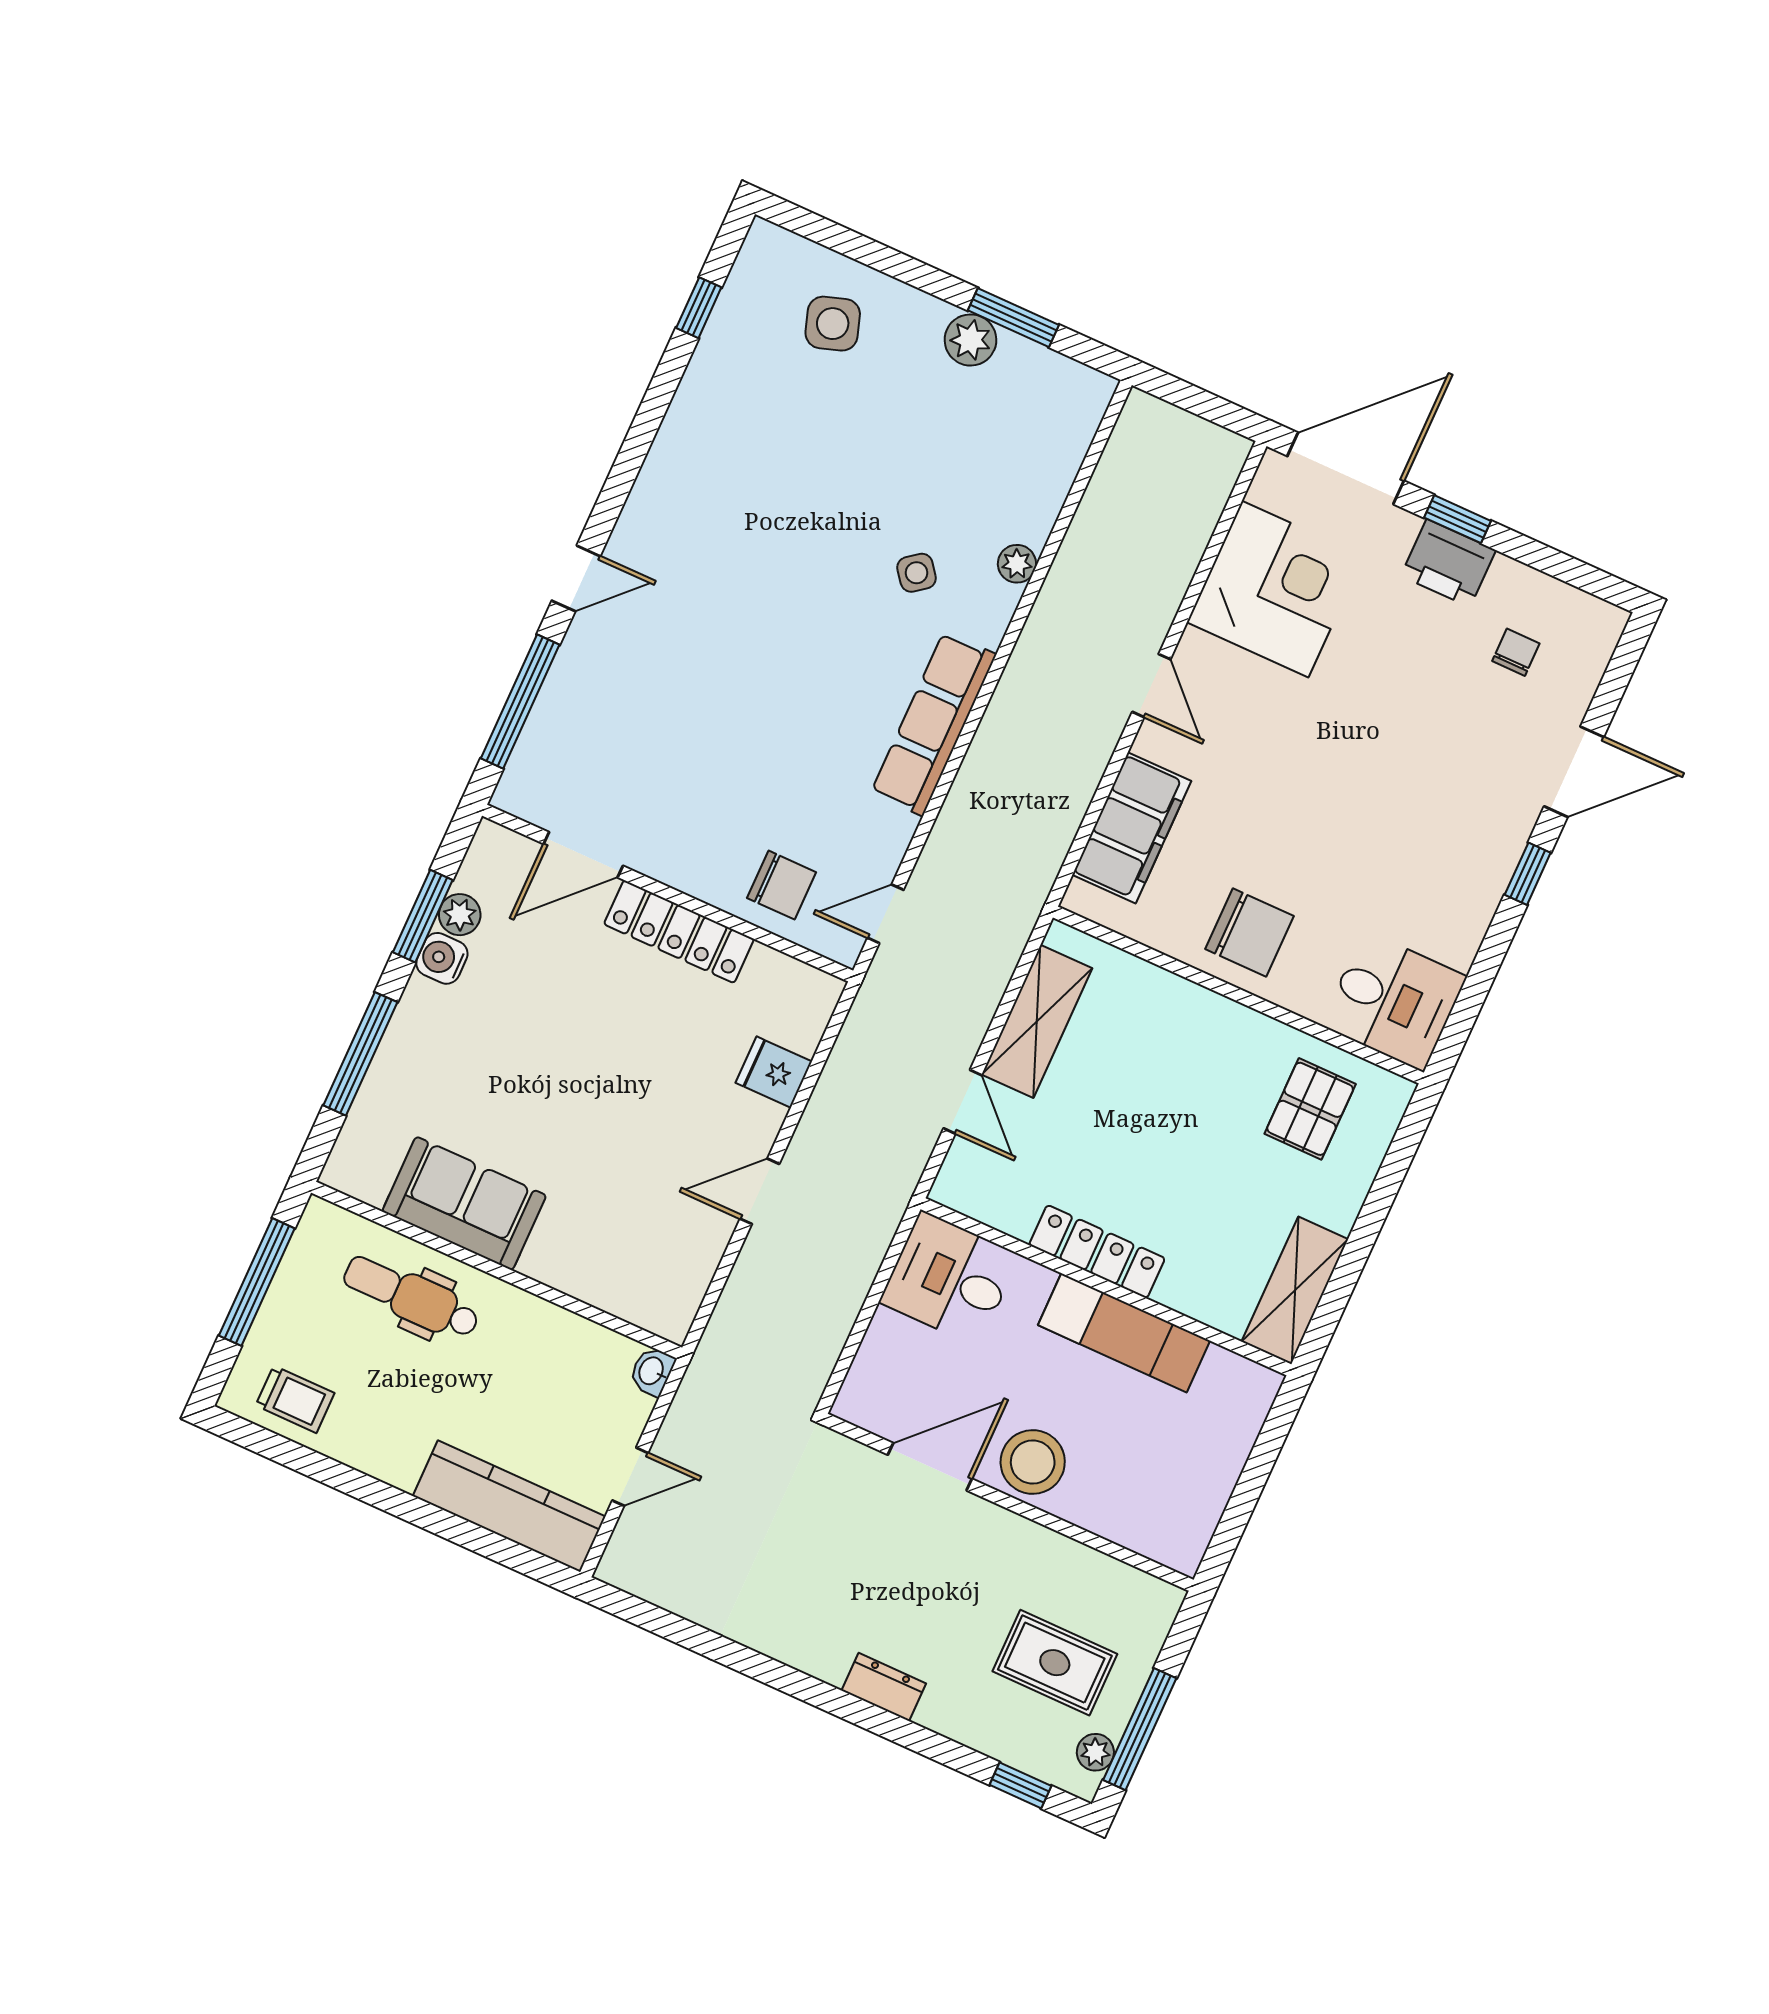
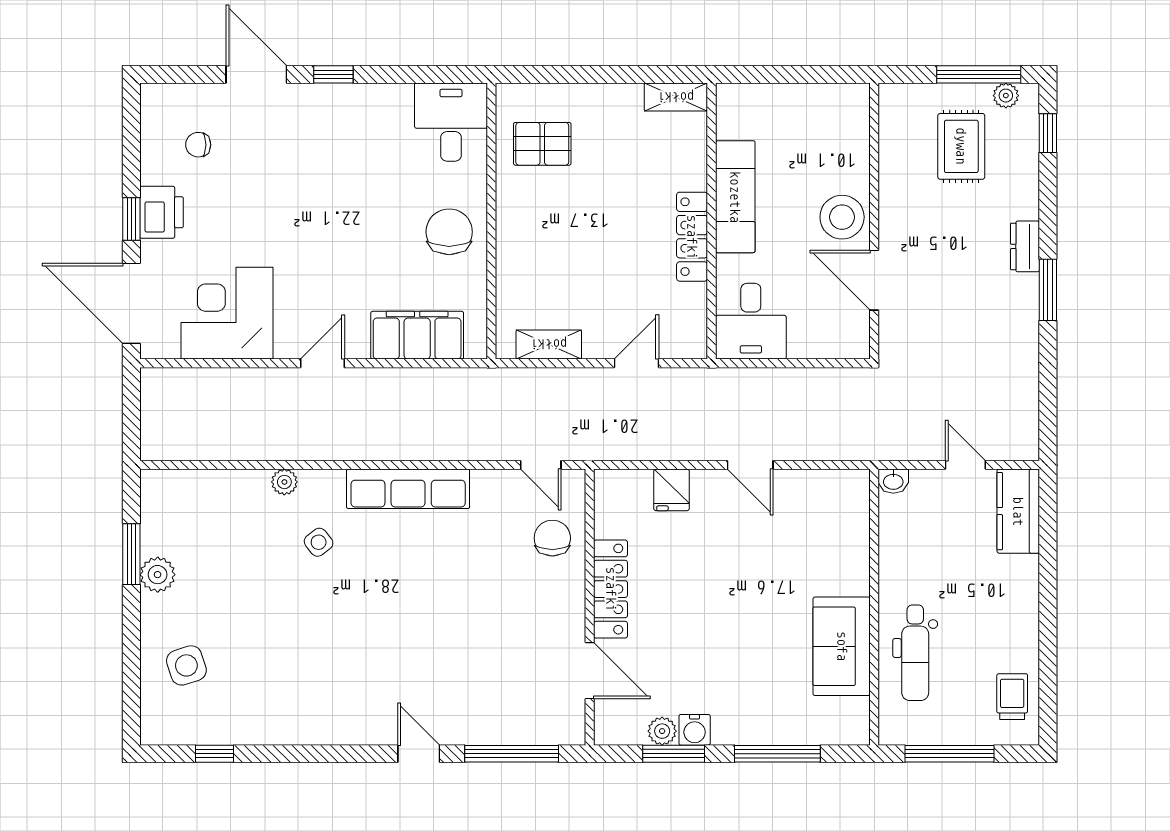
shelving: (1037, 1021) -> (549, 344), width x0.67, depth x0.75
shelving: (1295, 1290) -> (676, 97), width x0.67, depth x0.75
kitchen counter: (509, 1506) -> (1018, 511), width x0.67
window: (813, 1691) -> (1048, 290), added

